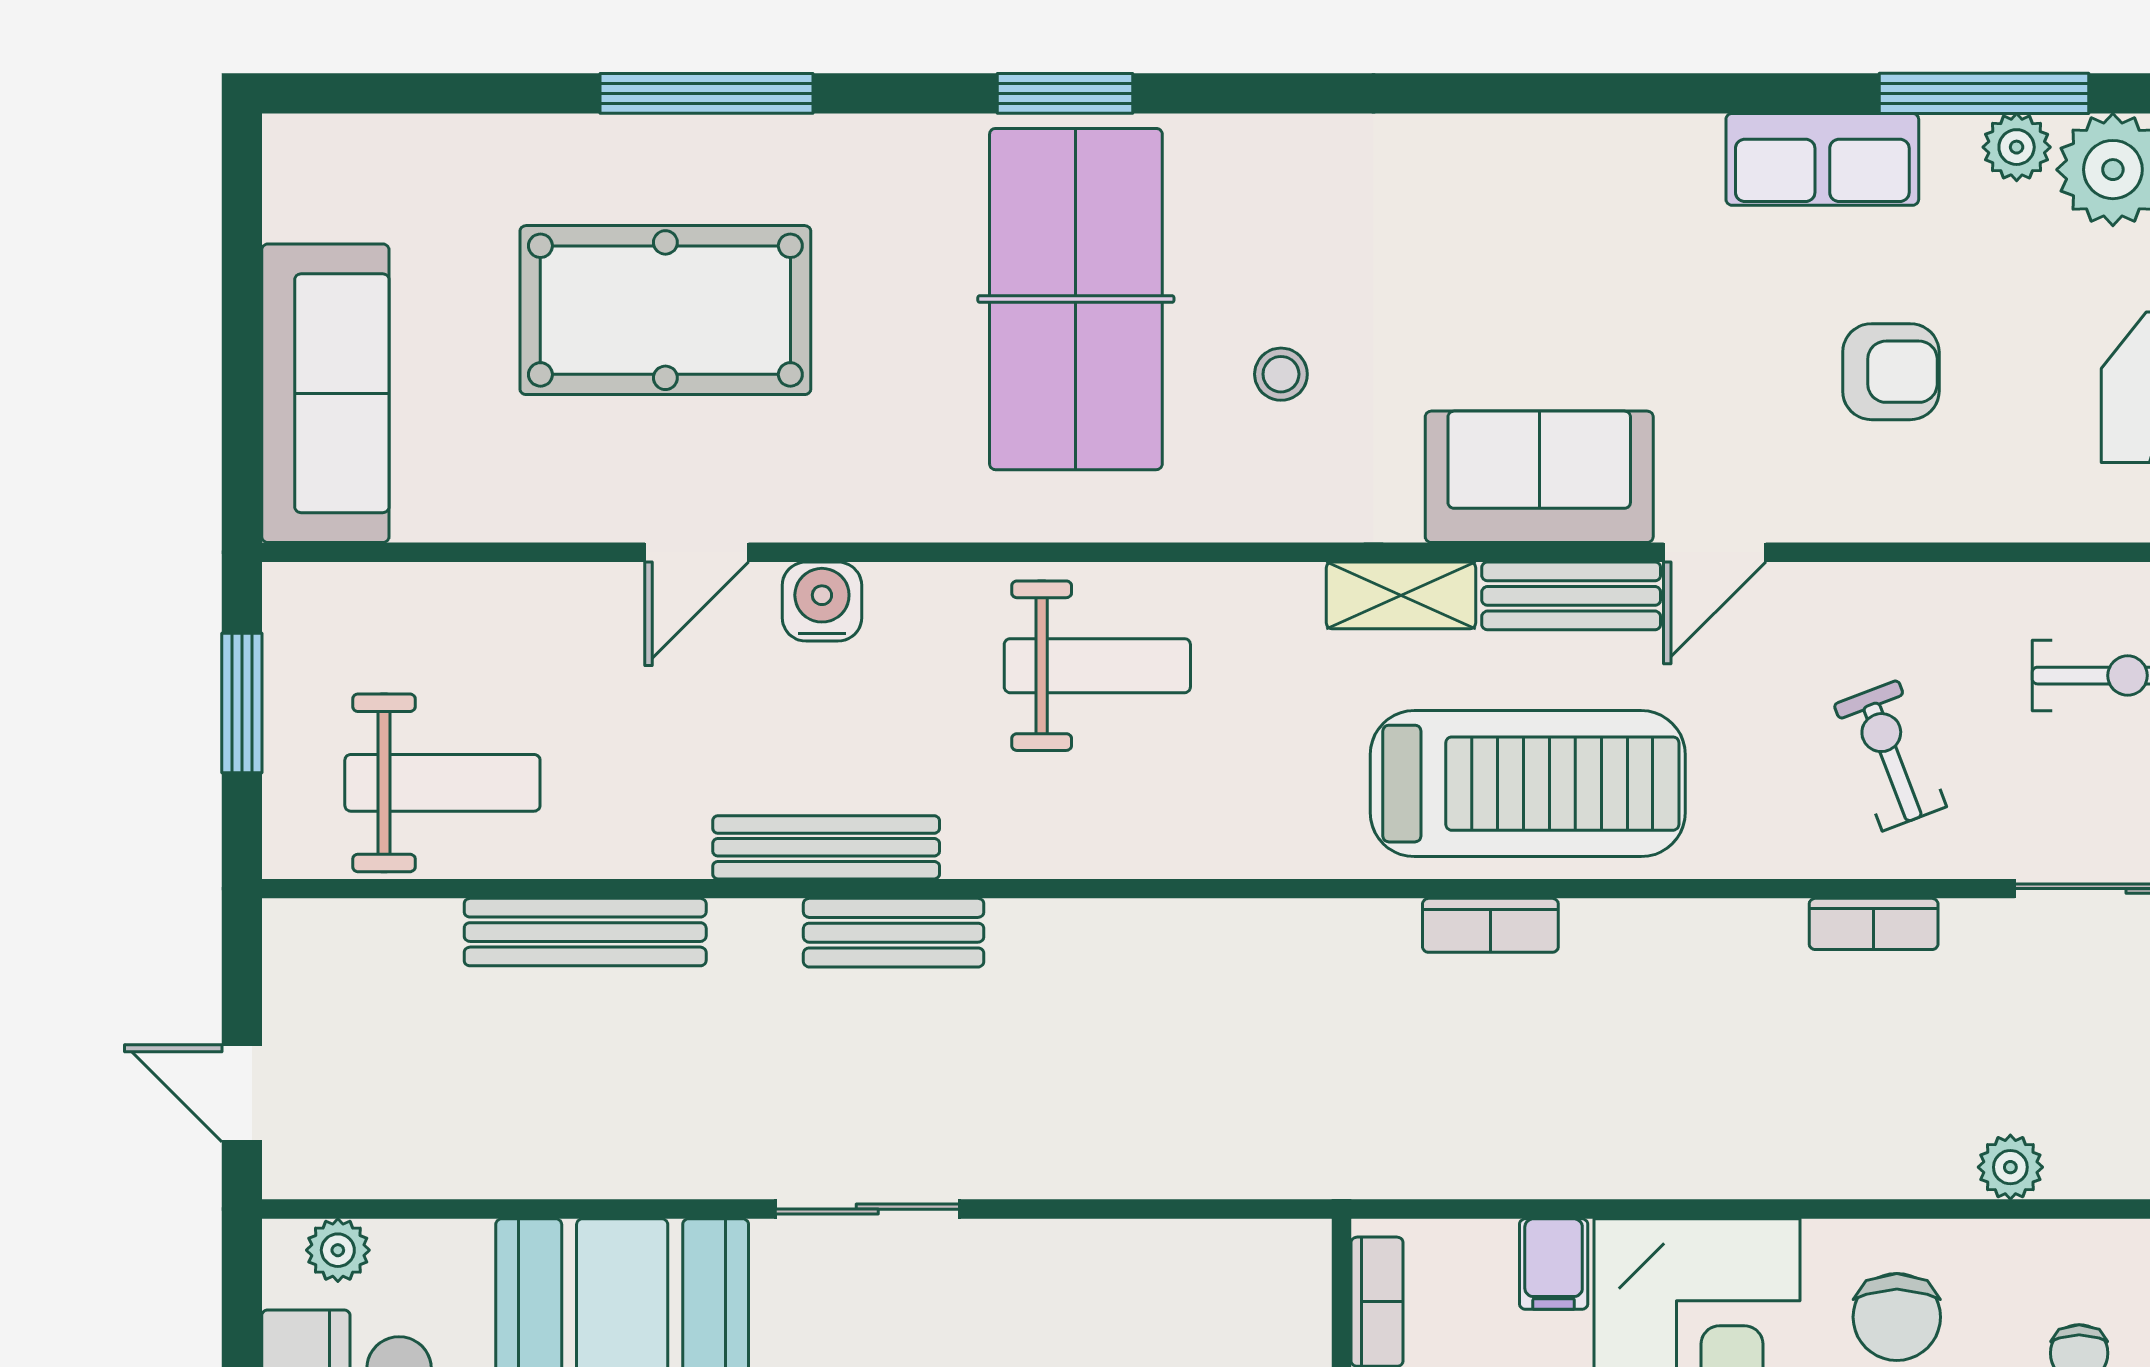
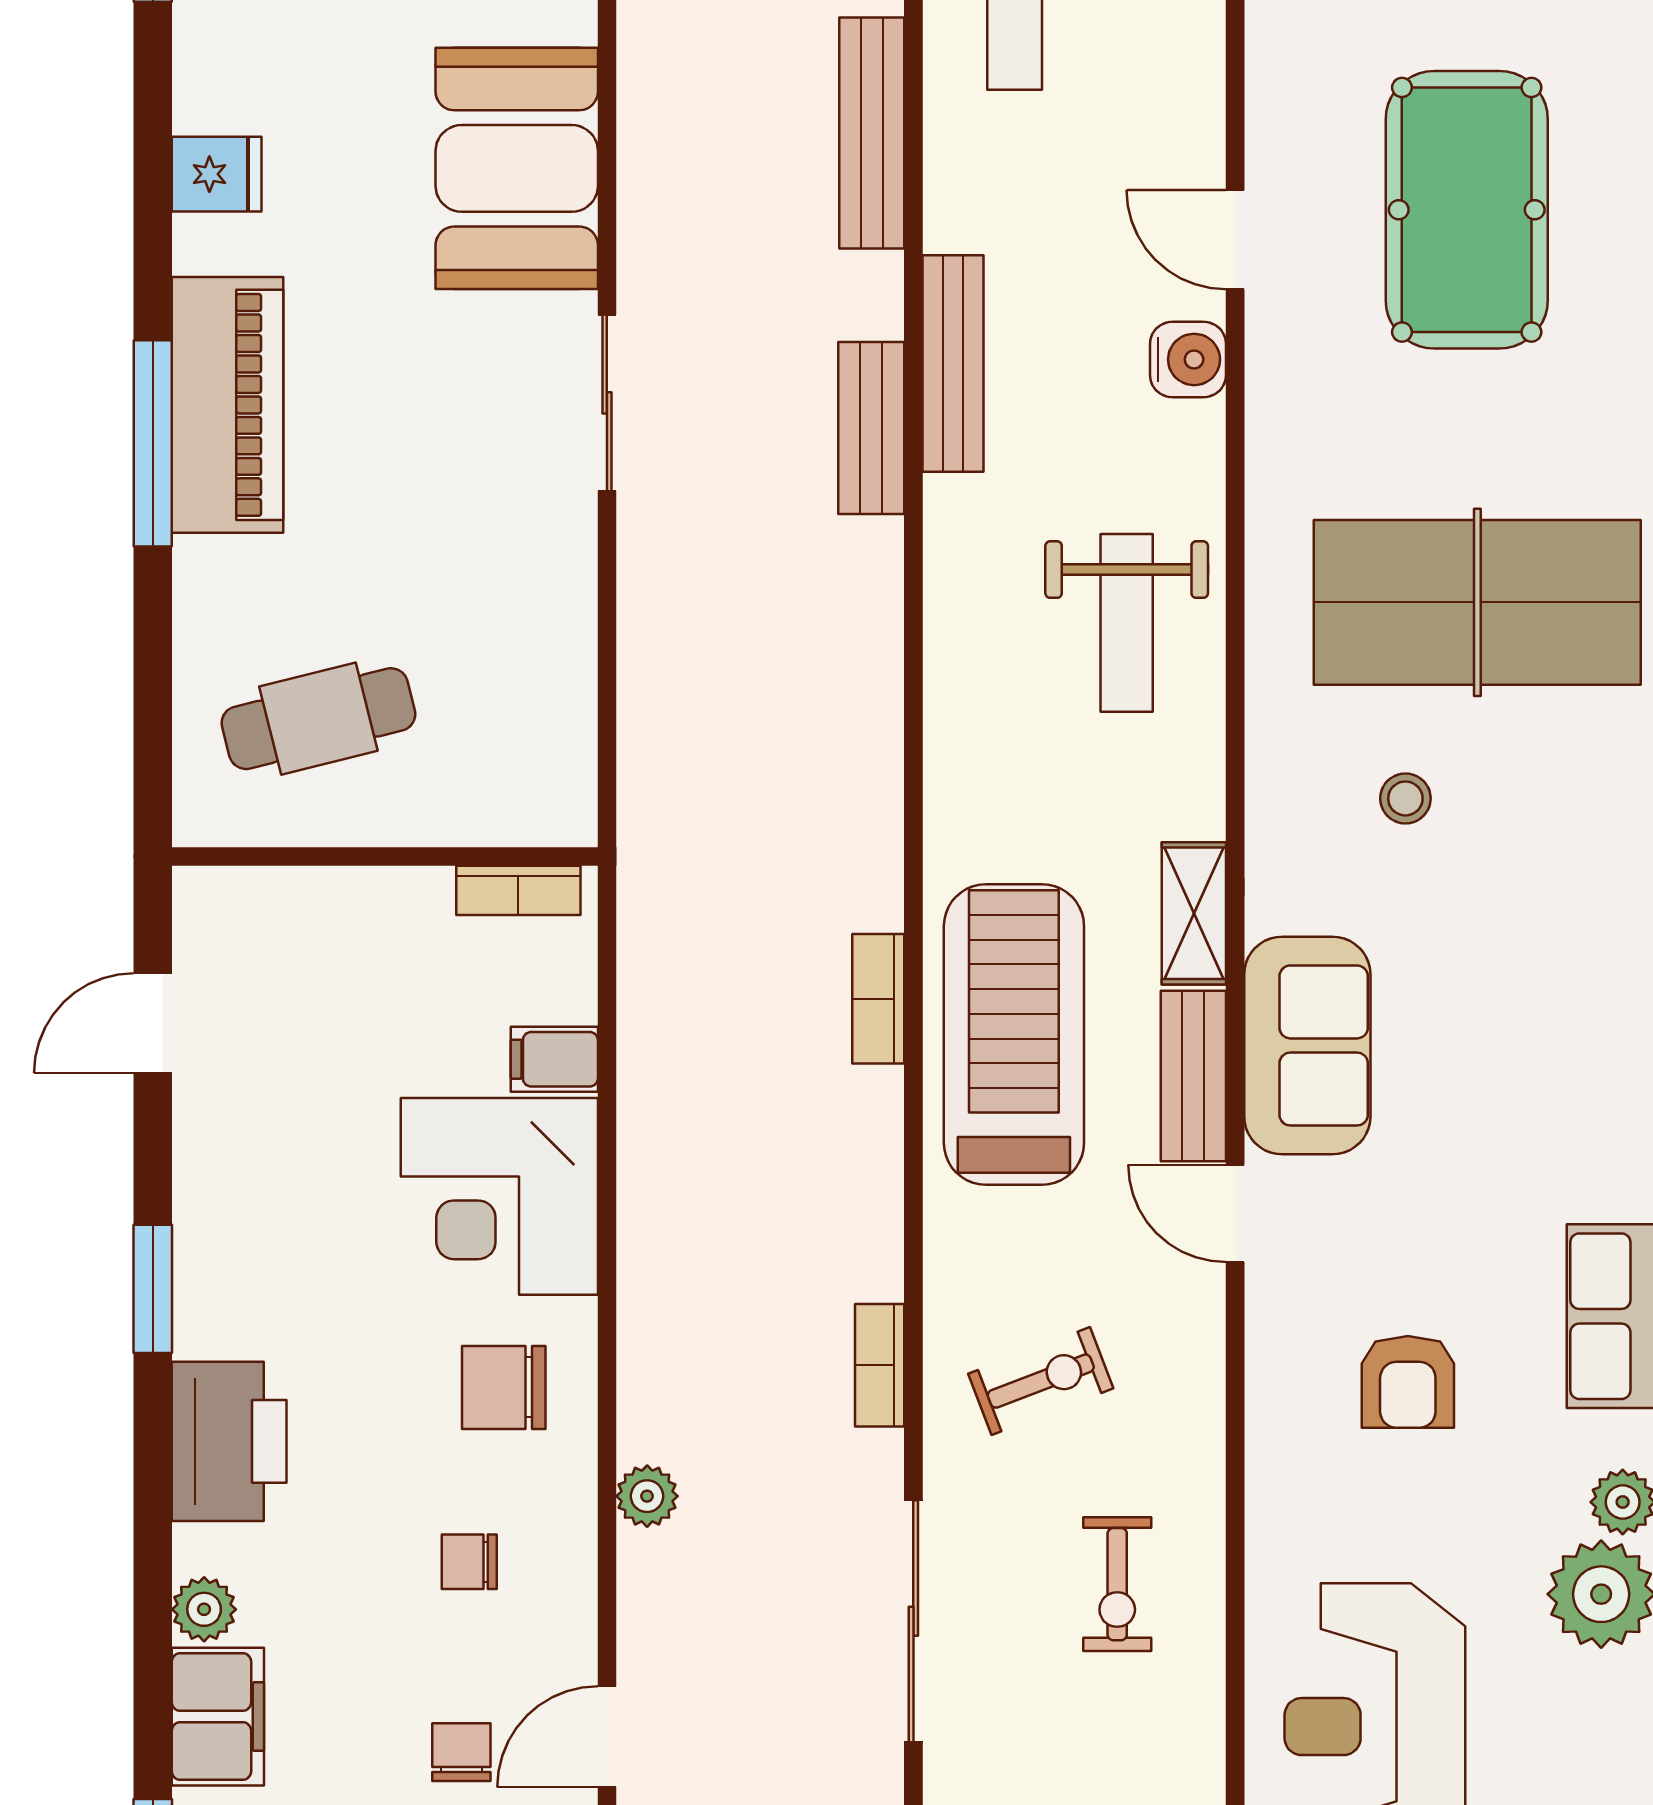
treadmill: (1528, 784) -> (1014, 1035), turned 180

